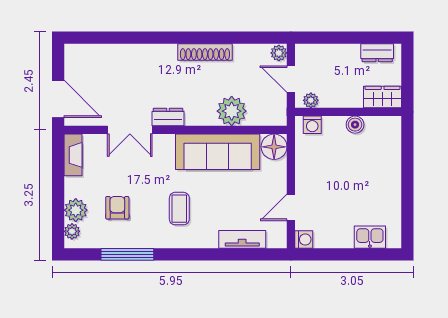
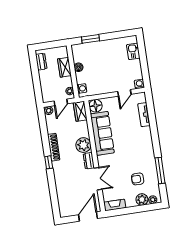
window: (177, 38) -> (49, 162), added
wardrobe: (383, 97) -> (64, 67), moved
plant: (232, 111) -> (83, 145), moved
wardrobe: (268, 115) -> (80, 111), added
window: (407, 157) -> (90, 39), added
door: (291, 207) -> (124, 93), hinge flipped
coffee table: (179, 209) -> (133, 148), removed

